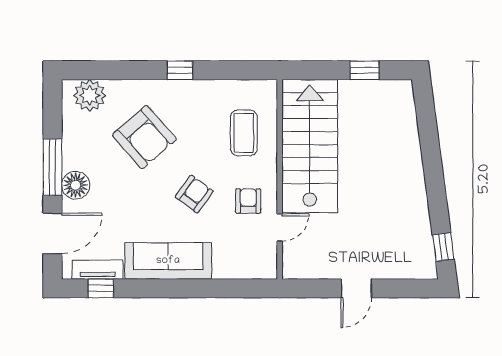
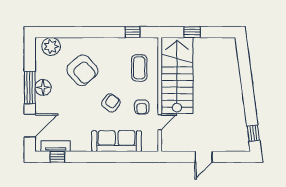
window: (180, 70) -> (132, 32), moved
window: (365, 70) -> (192, 32), moved
floor lamp: (76, 185) -> (43, 87), moved
armchair: (248, 201) -> (142, 107), turned 180
sofa: (168, 261) -> (117, 141), moved

